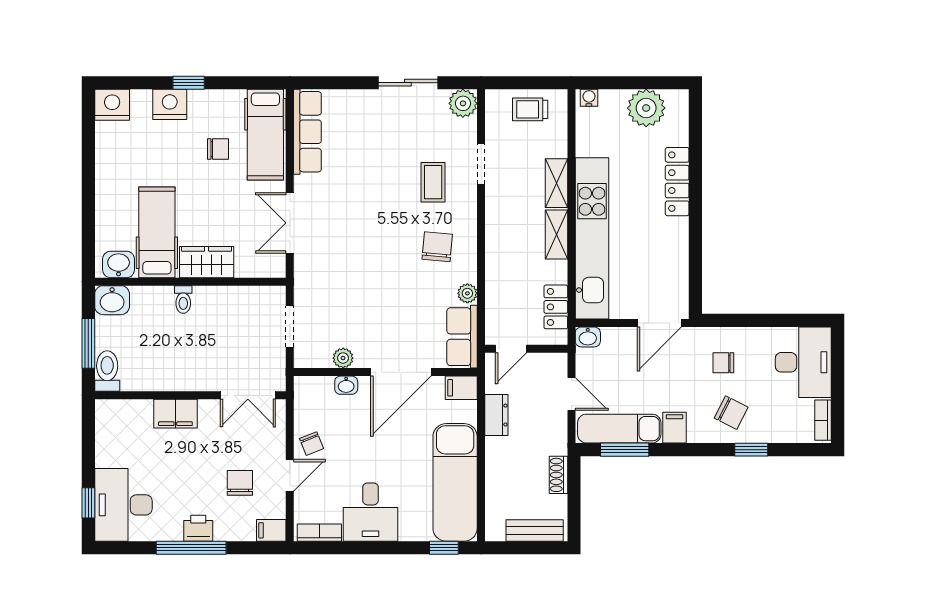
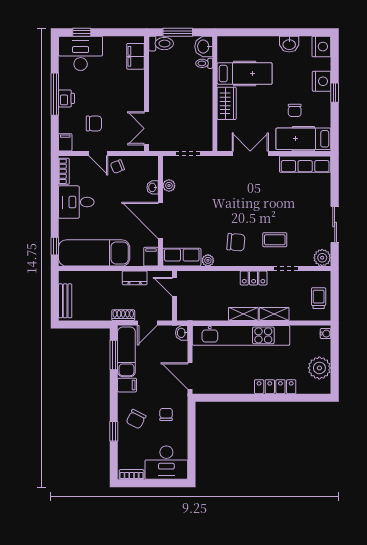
washbasin: (119, 264) -> (289, 44), moved, turned 90
toilet: (183, 299) -> (204, 63), moved
locker: (556, 307) -> (254, 278), moved, turned 180
filing cabinet: (175, 414) -> (135, 56), moved
shoe rack: (558, 475) -> (123, 315), moved

